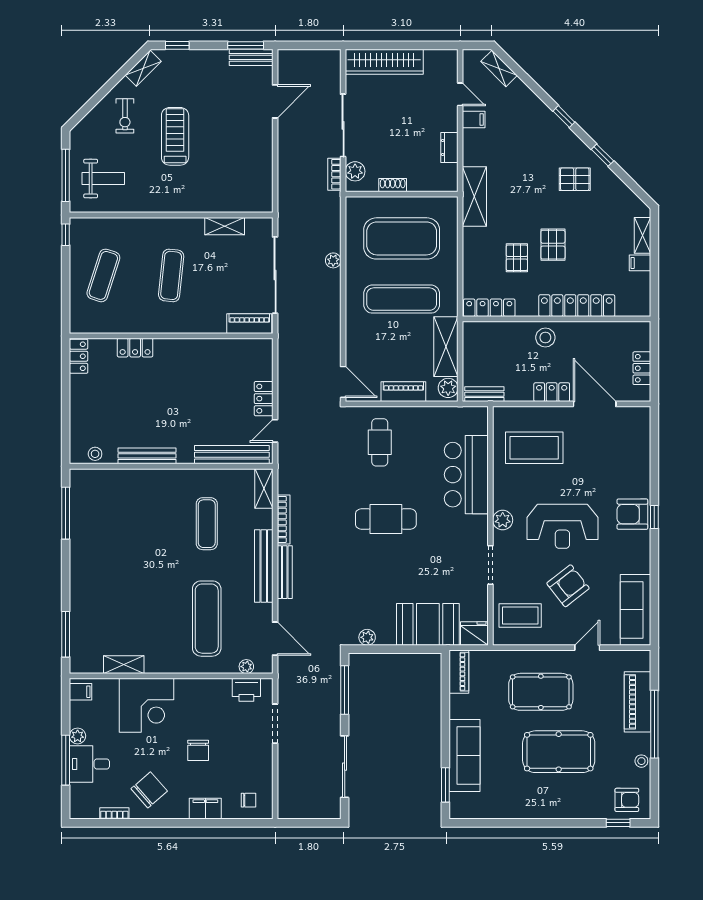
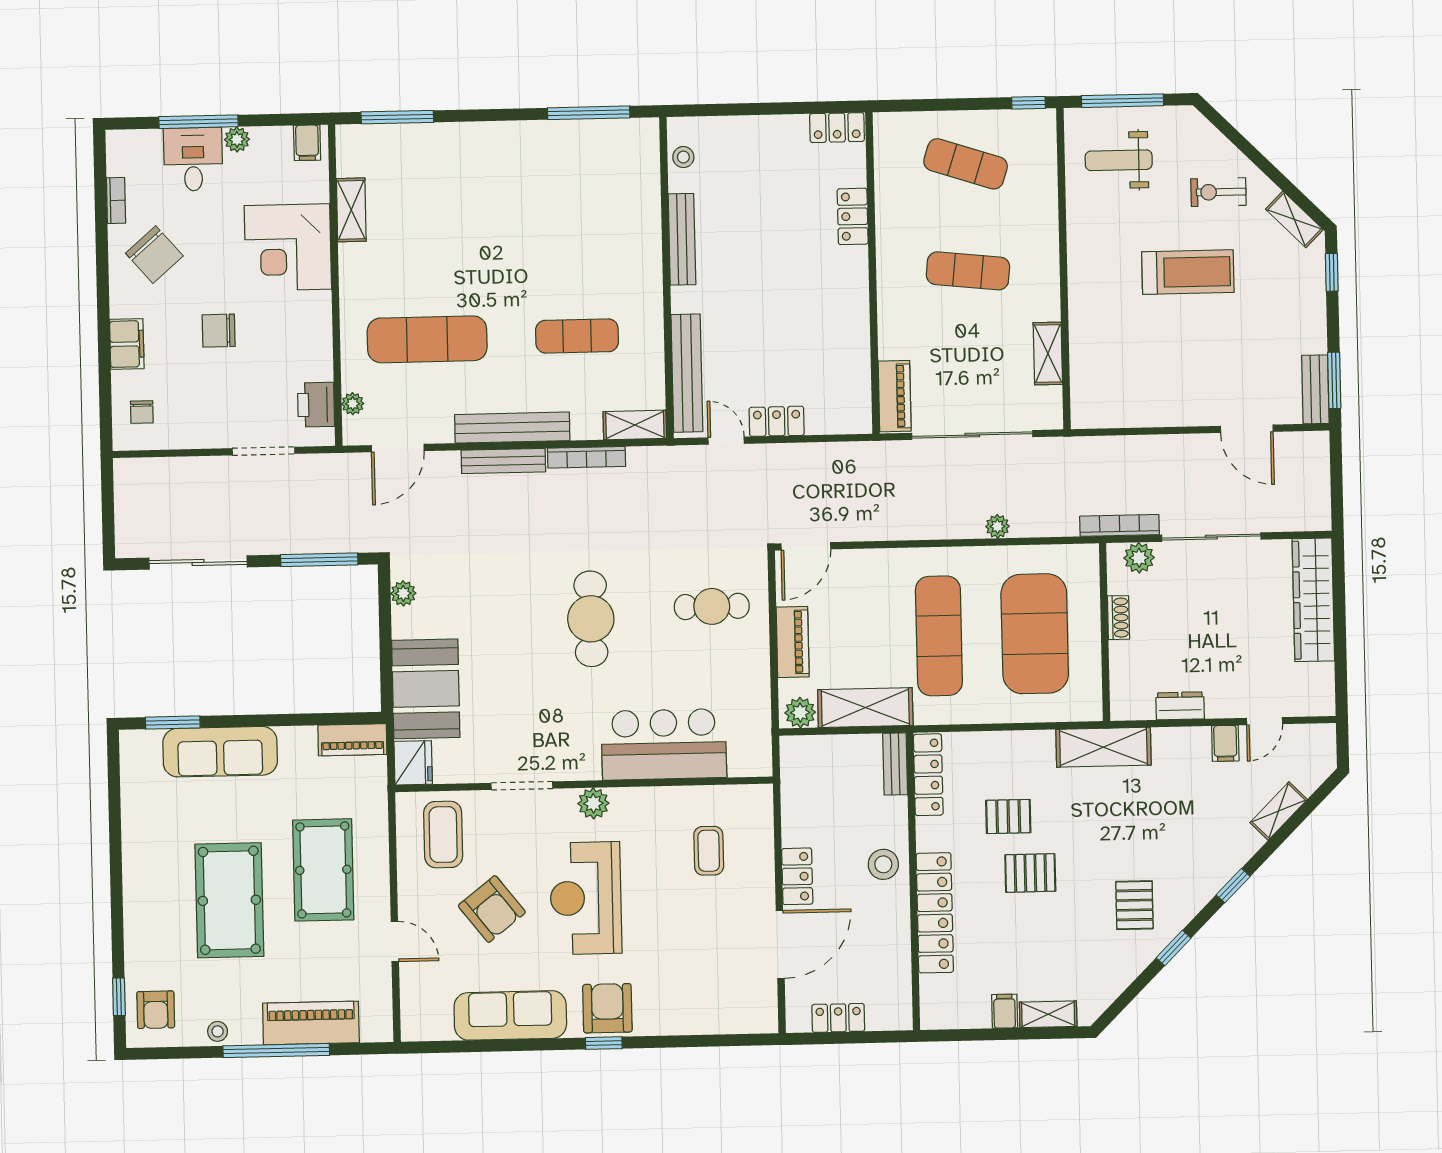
shelving: (499, 68) -> (1279, 811), moved
bookcase: (334, 174) -> (1120, 525), width x1.56
weight bench: (103, 179) -> (1119, 160), turned 90
bench: (484, 394) -> (895, 764), moved
coffee table: (534, 448) -> (709, 851), width x0.54, depth x0.58
sofa: (636, 610) -> (510, 1015), moved

